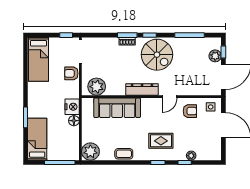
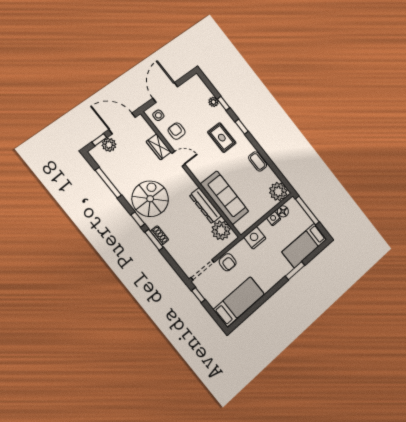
dresser: (142, 89) -> (205, 206), moved
wardrobe: (188, 89) -> (159, 147), added
floor lamp: (74, 121) -> (283, 211), moved
nightstand: (74, 132) -> (274, 219), added

